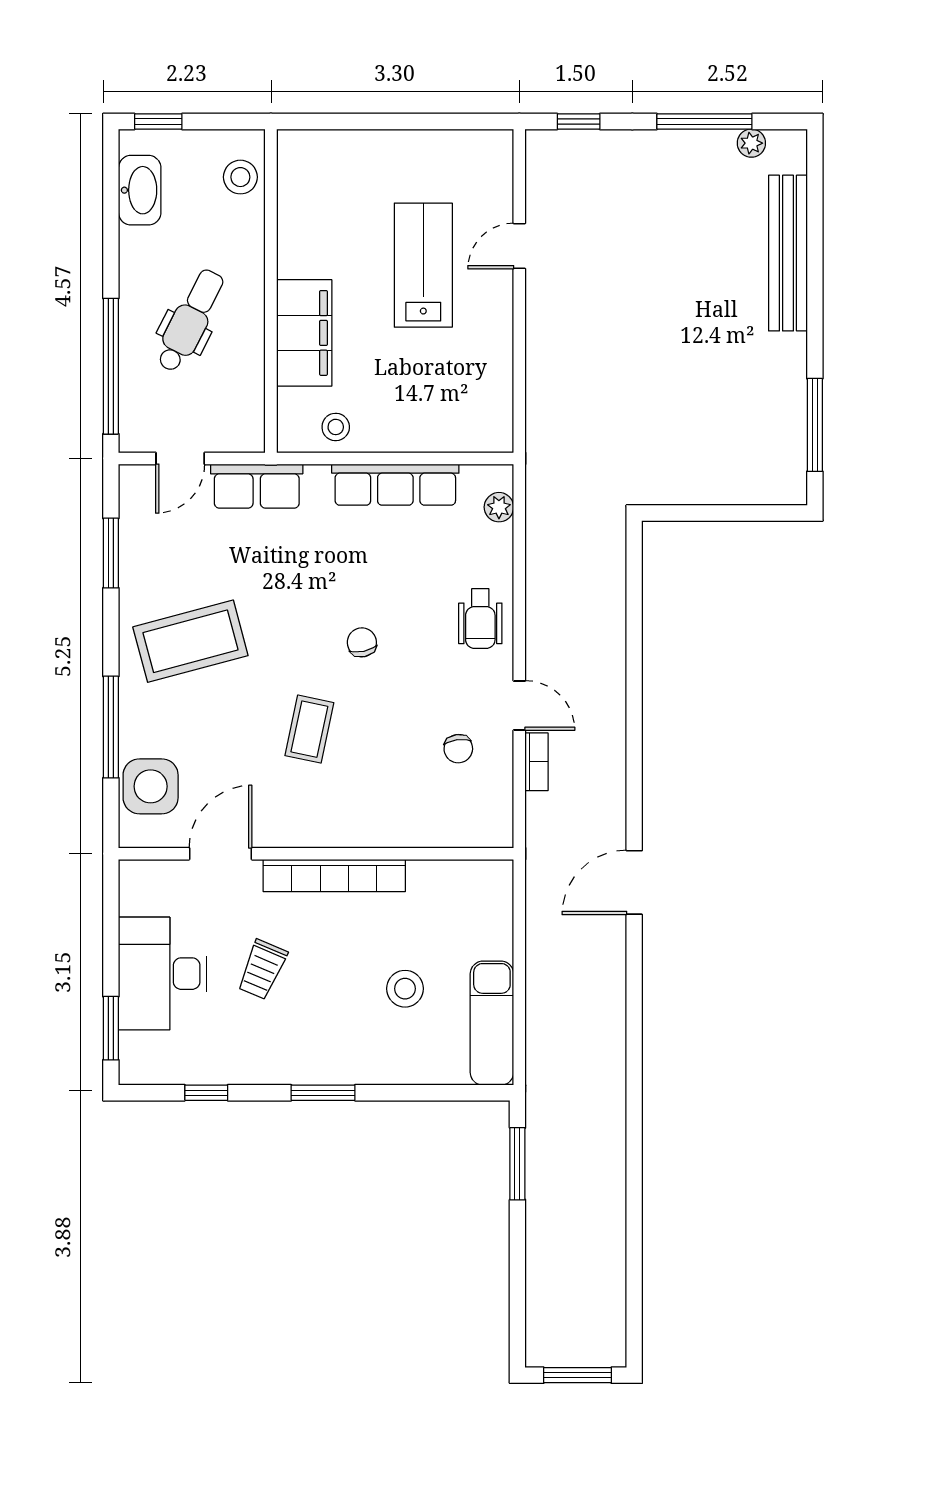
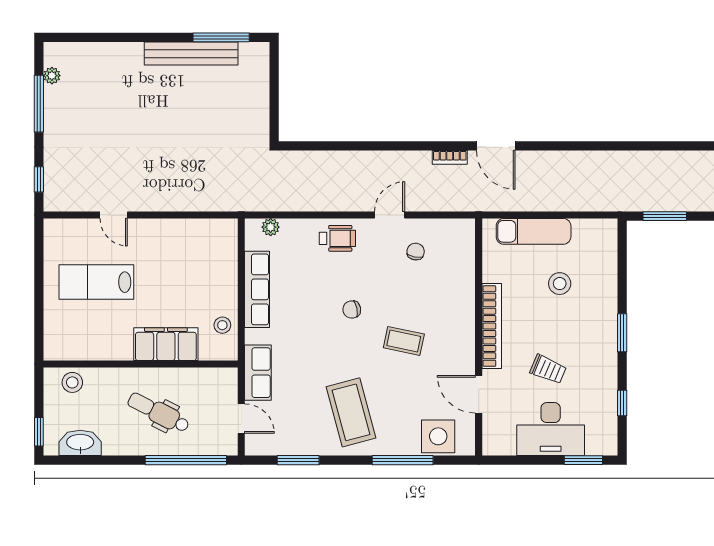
bench: (788, 253) -> (191, 54), moved
lab bench: (423, 265) -> (96, 282), moved
chair: (458, 749) -> (416, 252), turned -71
bookcase: (537, 762) -> (450, 157), moved, turned 180
exam couch: (492, 1023) -> (534, 231), moved

